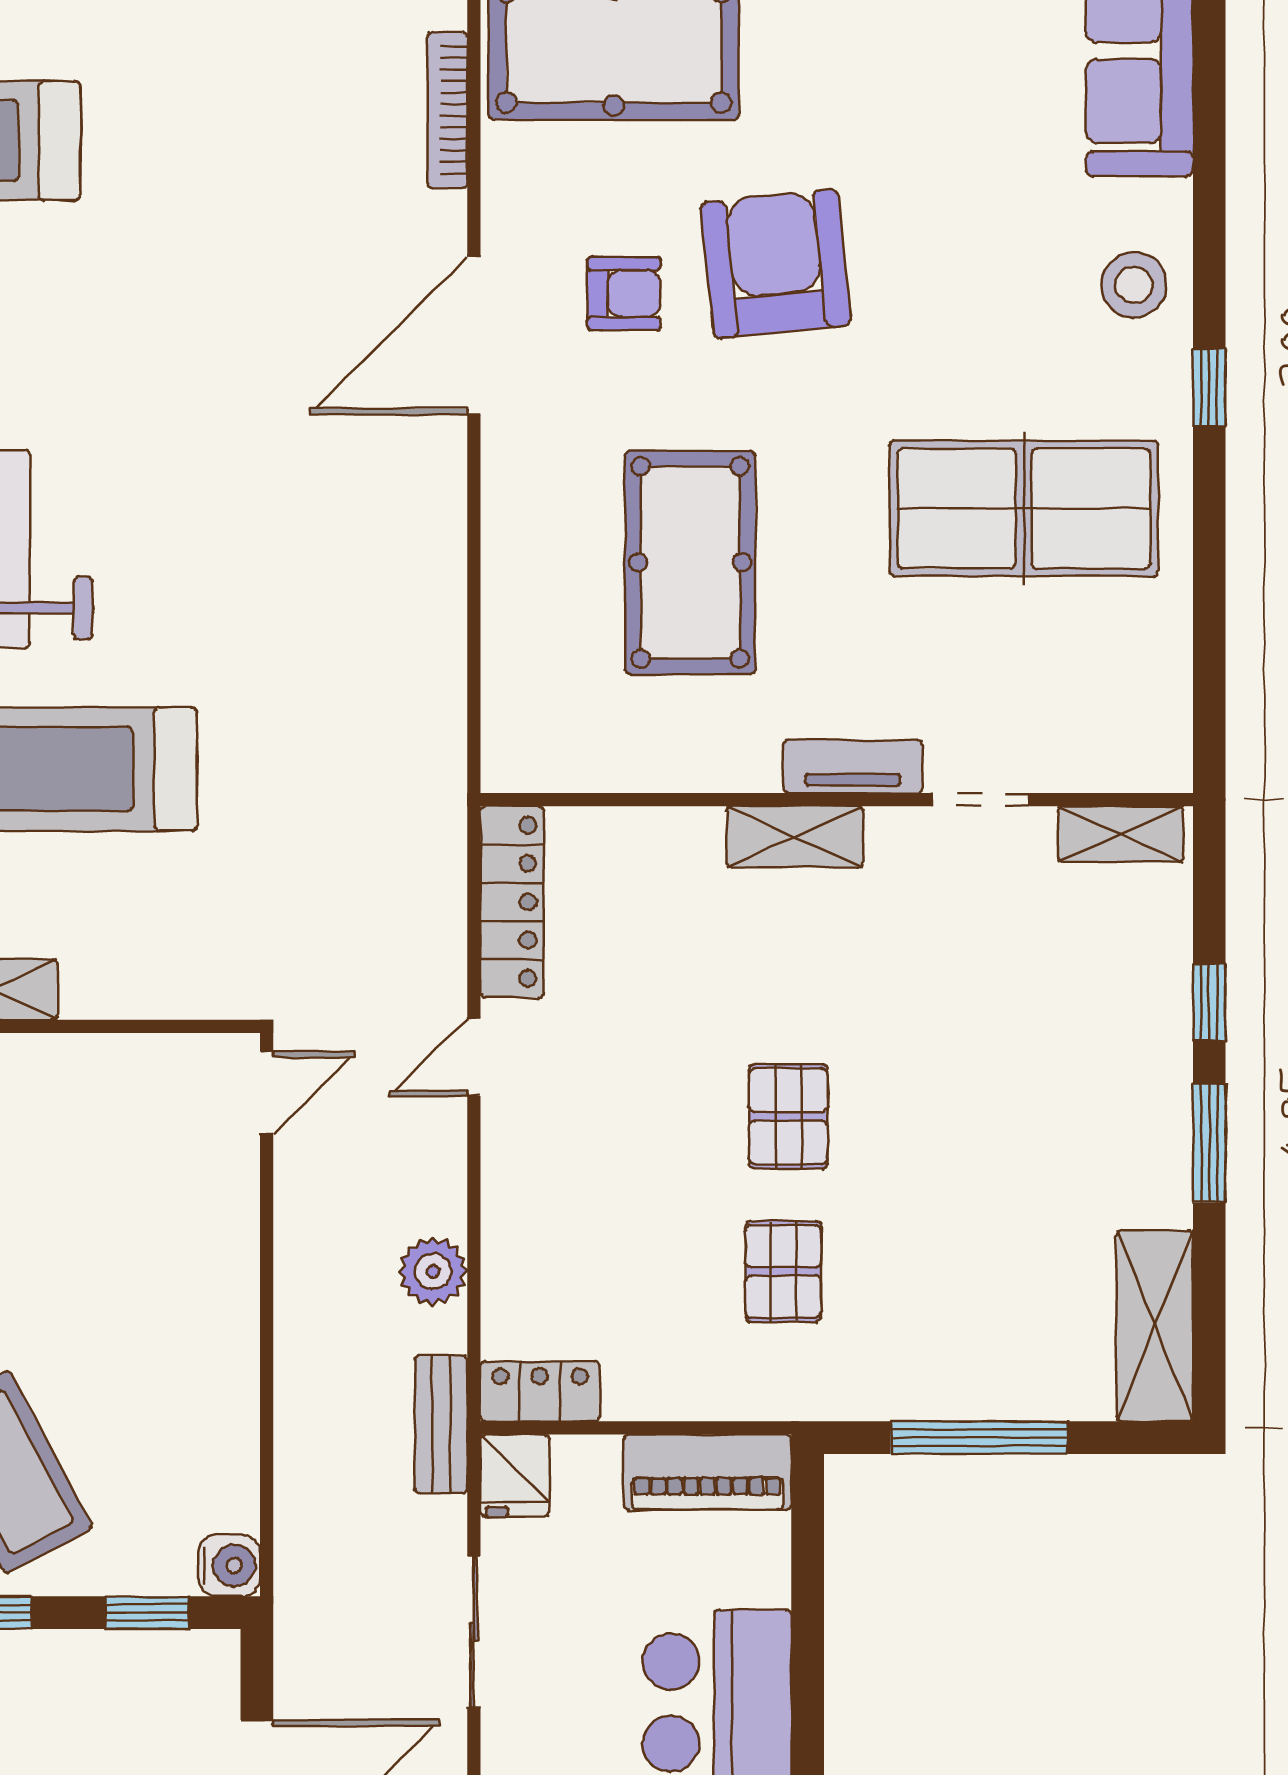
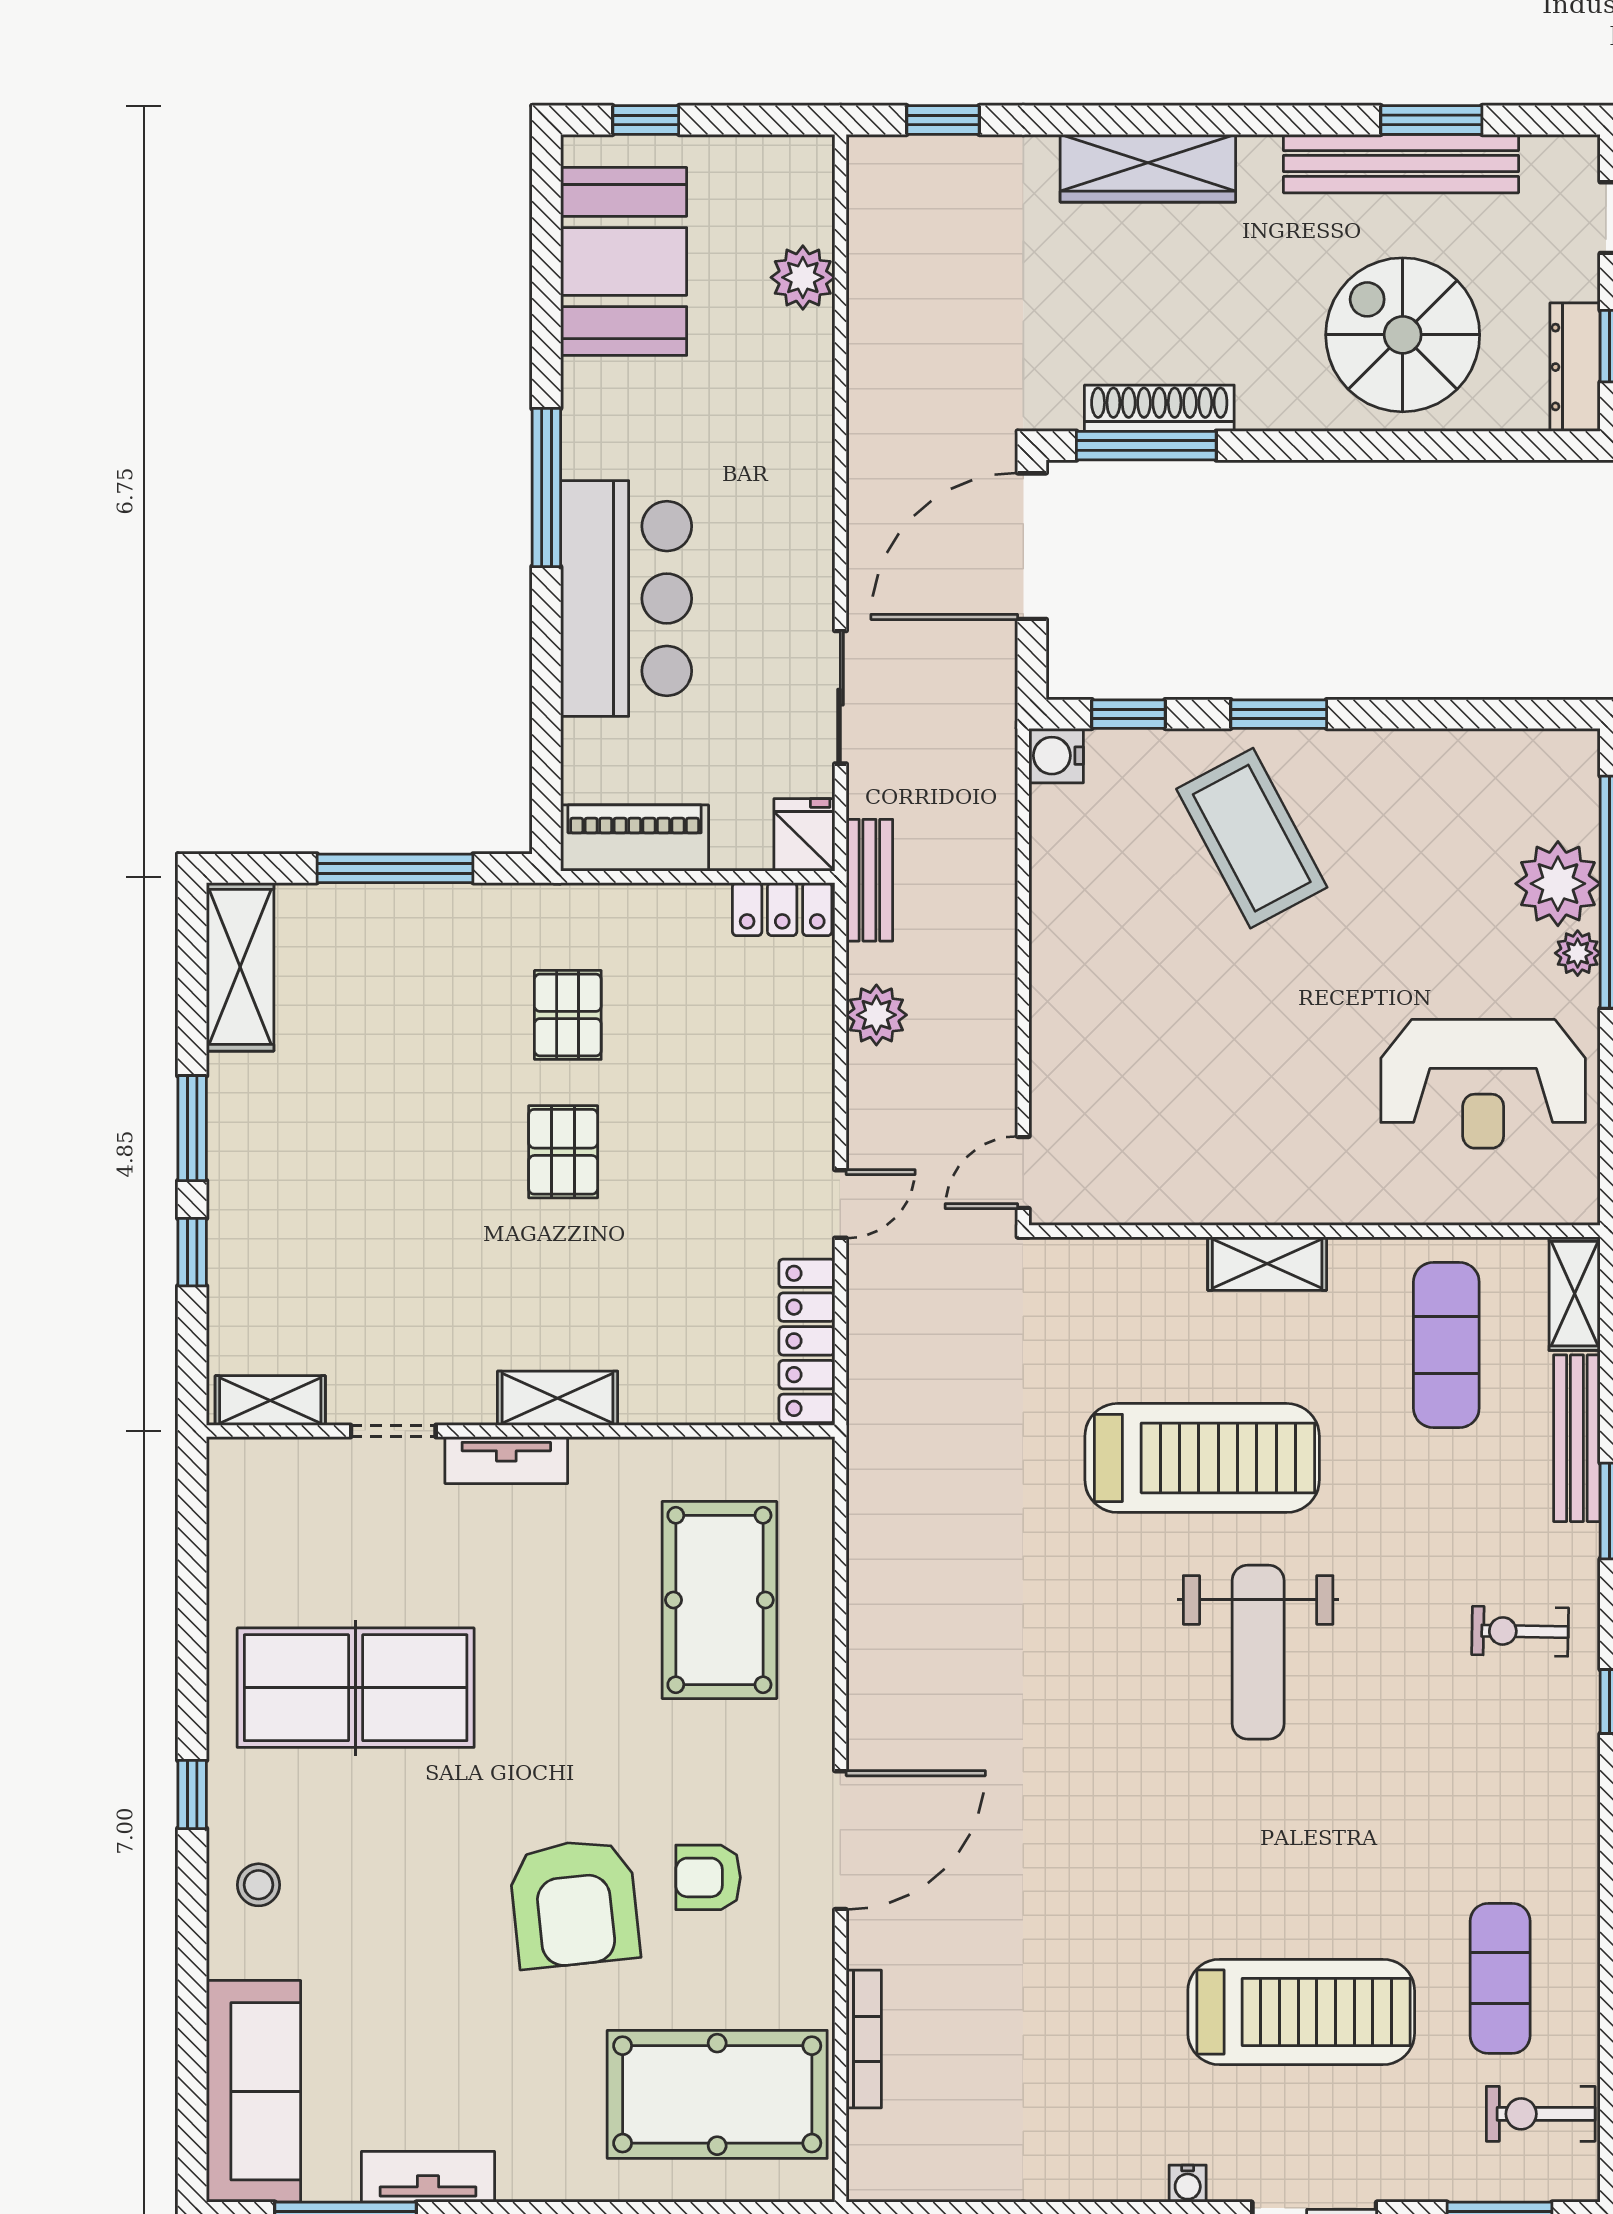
stool: (1134, 285) -> (259, 1885), width x0.73, depth x0.73
pool table: (690, 562) -> (719, 1600), moved

